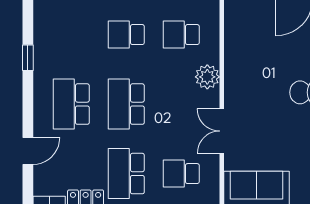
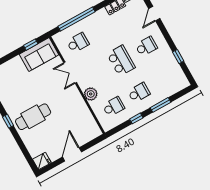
school desk: (71, 104) -> (146, 46), width x0.54
double door: (222, 131) -> (70, 73), swing flipped
school desk: (126, 174) -> (103, 29), removed

